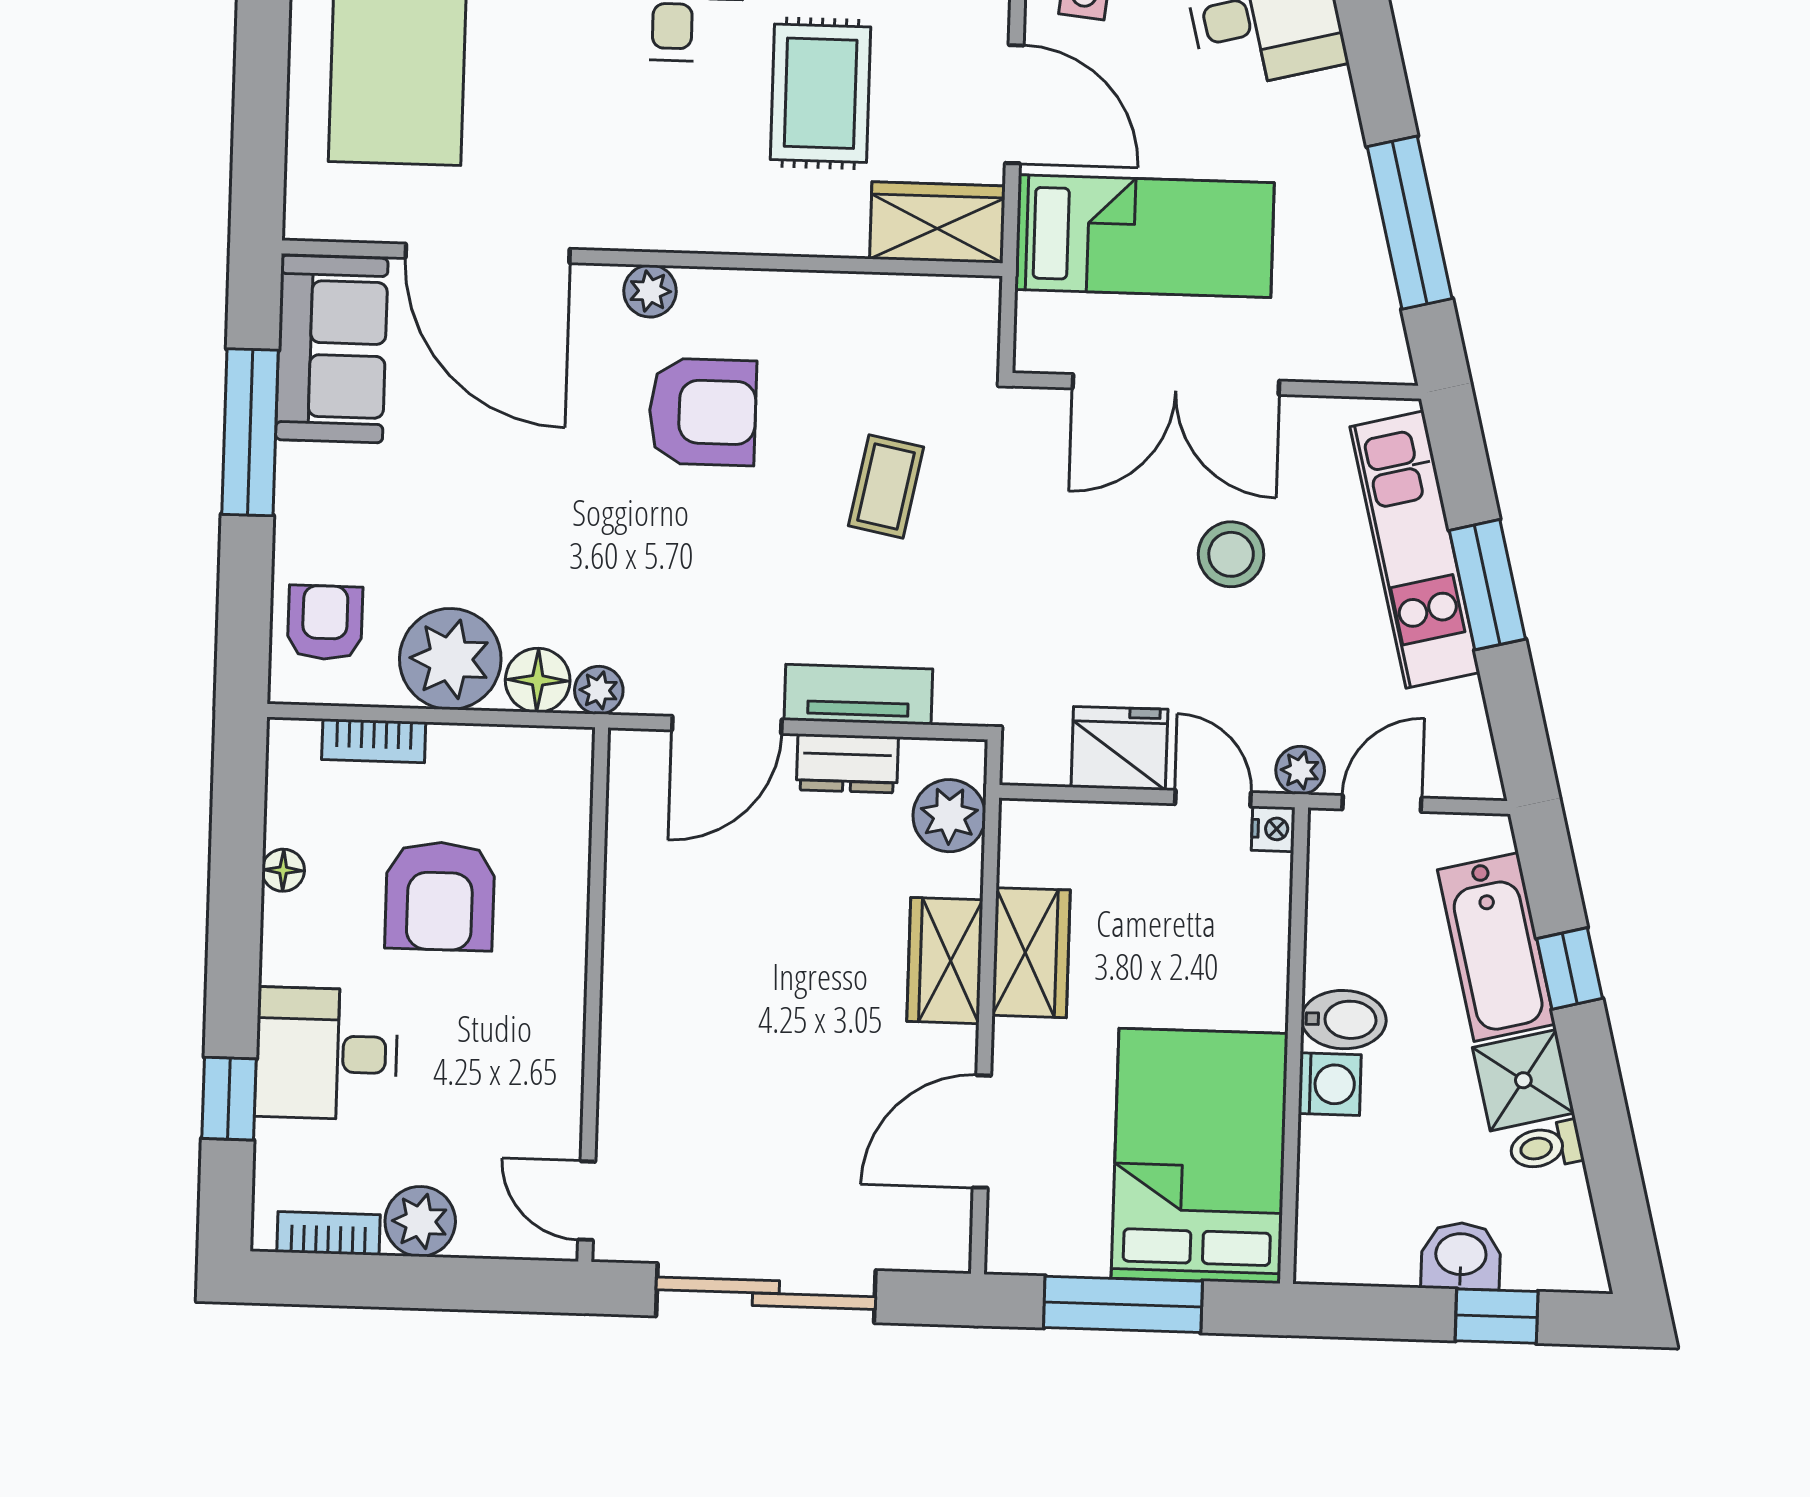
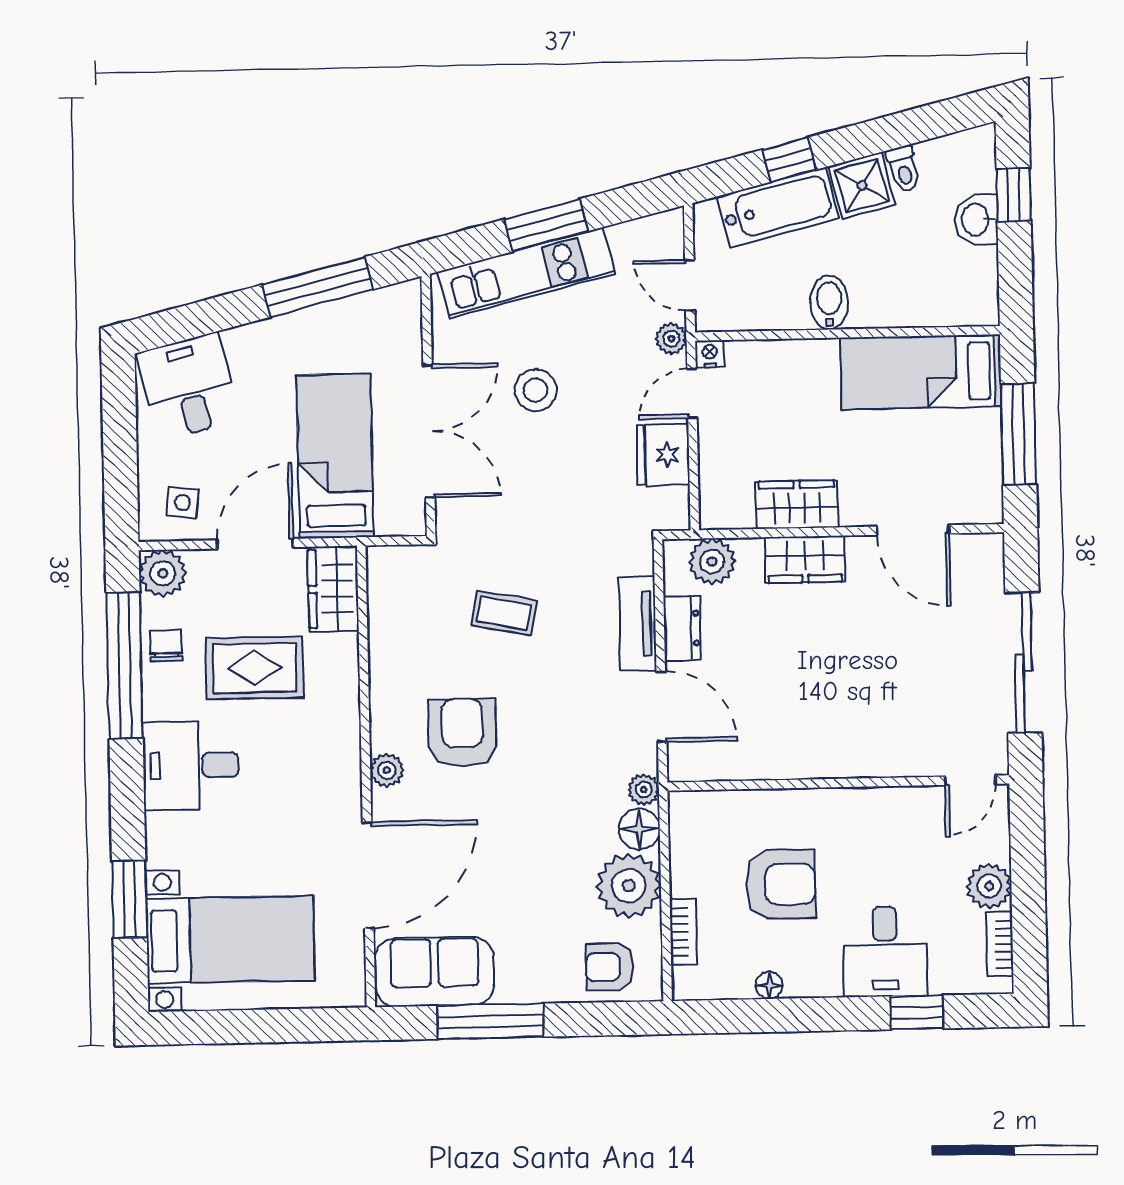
washing machine: (1330, 1084) -> (871, 309), removed
bed: (1200, 1156) -> (921, 372), width x0.67

